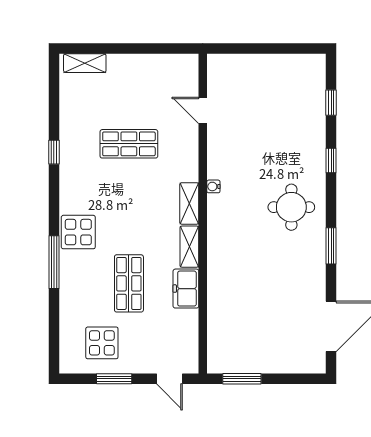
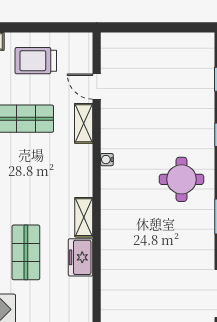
trolley: (139, 83) -> (36, 61), added
shelving: (189, 203) -> (84, 123), moved

